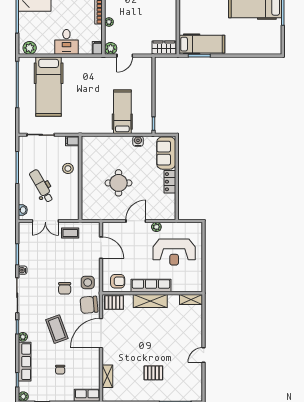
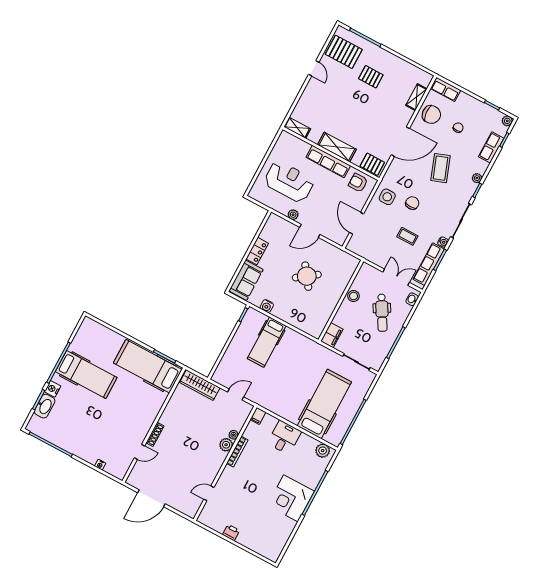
hospital bed: (202, 44) -> (148, 366), width x1.37, depth x1.29
plant: (111, 48) -> (226, 445), moved
wardrobe: (164, 48) -> (200, 385), width x1.50
filing cabinet: (72, 141) -> (332, 335), width x2.00
stool: (68, 168) -> (353, 296), moved
round table: (119, 183) -> (307, 276), turned -36
coffee table: (70, 233) -> (407, 236), moved
row of seats: (25, 246) -> (429, 264), added
chair: (89, 305) -> (431, 115), moved
door: (204, 355) -> (314, 68), hinge flipped
row of seats: (25, 362) -> (491, 147), width x0.68
pallet: (186, 381) -> (344, 52), added

